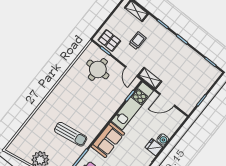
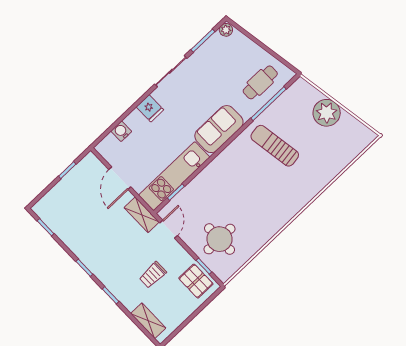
door: (167, 100) -> (120, 178), swing flipped
water cooler: (163, 139) -> (121, 131), moved

